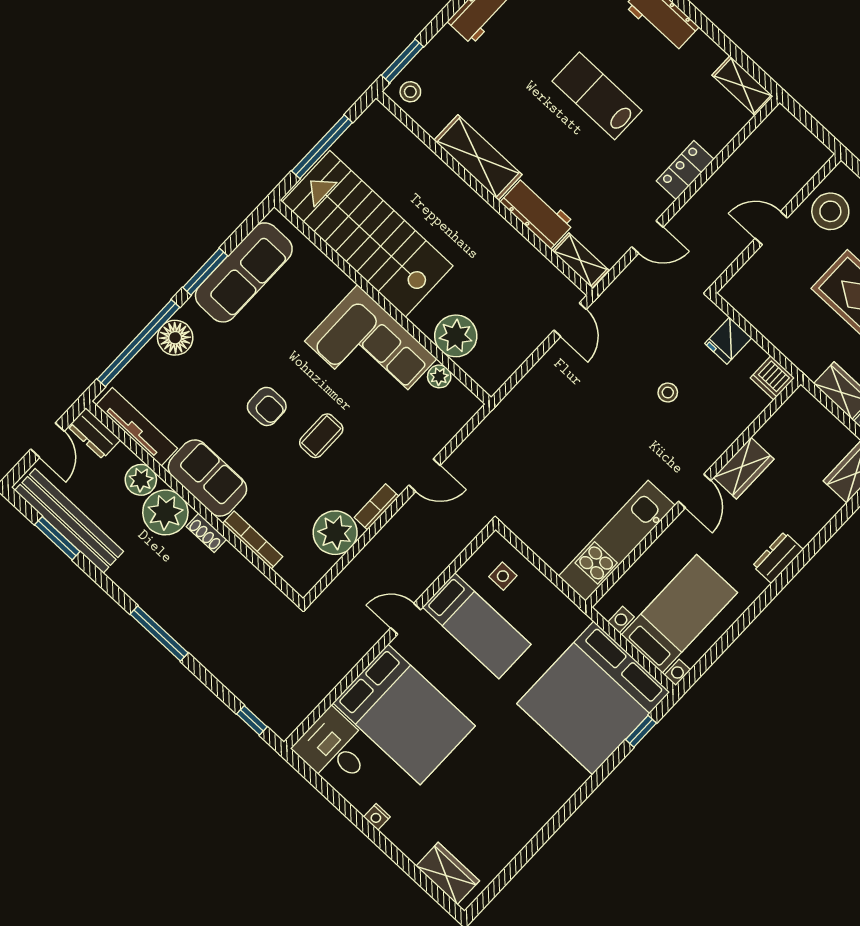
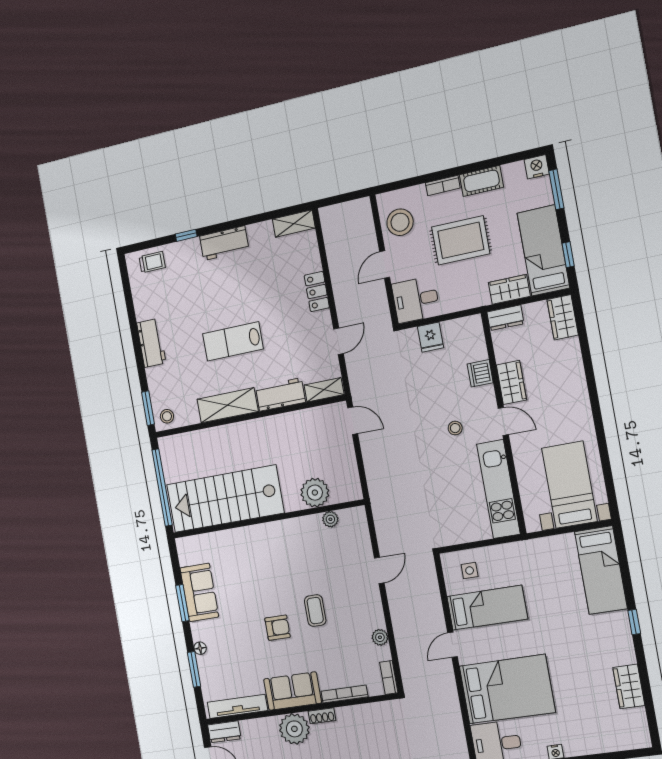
lab bench: (597, 96) -> (233, 341), moved
window: (322, 147) -> (162, 487), width x1.46
sofa: (244, 272) -> (199, 592), width x0.73
desk: (758, 293) -> (416, 300), added
floor lamp: (175, 338) -> (200, 648), width x0.53, depth x0.53
window: (138, 343) -> (194, 669), width x0.47
corner sofa: (371, 350) -> (288, 546), removed
dishwasher: (772, 378) -> (480, 373), moved, turned 90
stool: (668, 393) -> (455, 428), moved
plant: (141, 480) -> (267, 728), removed
bookcase: (377, 507) -> (389, 677), moved
plant: (335, 533) -> (380, 637), width x0.53, depth x0.53
dresser: (778, 558) -> (505, 318), moved, turned -90
bed: (593, 698) -> (601, 570), width x0.49
window: (641, 731) -> (634, 622), moved
wardrobe: (448, 873) -> (629, 686), moved, turned -90

